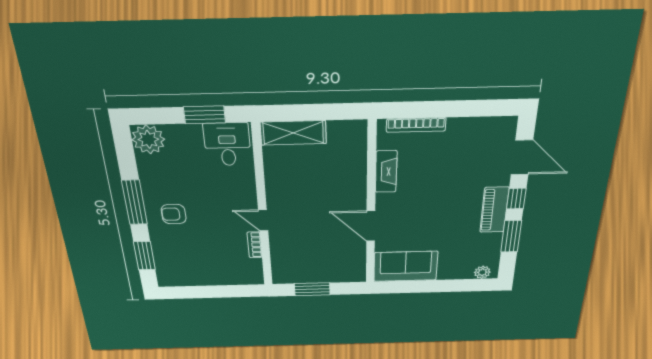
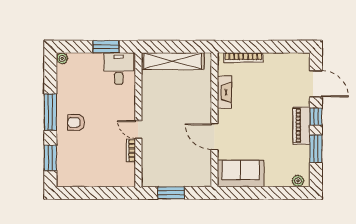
shelving: (293, 133) -> (173, 61), width x1.47
plant: (148, 139) -> (62, 58), width x0.53, depth x0.53

